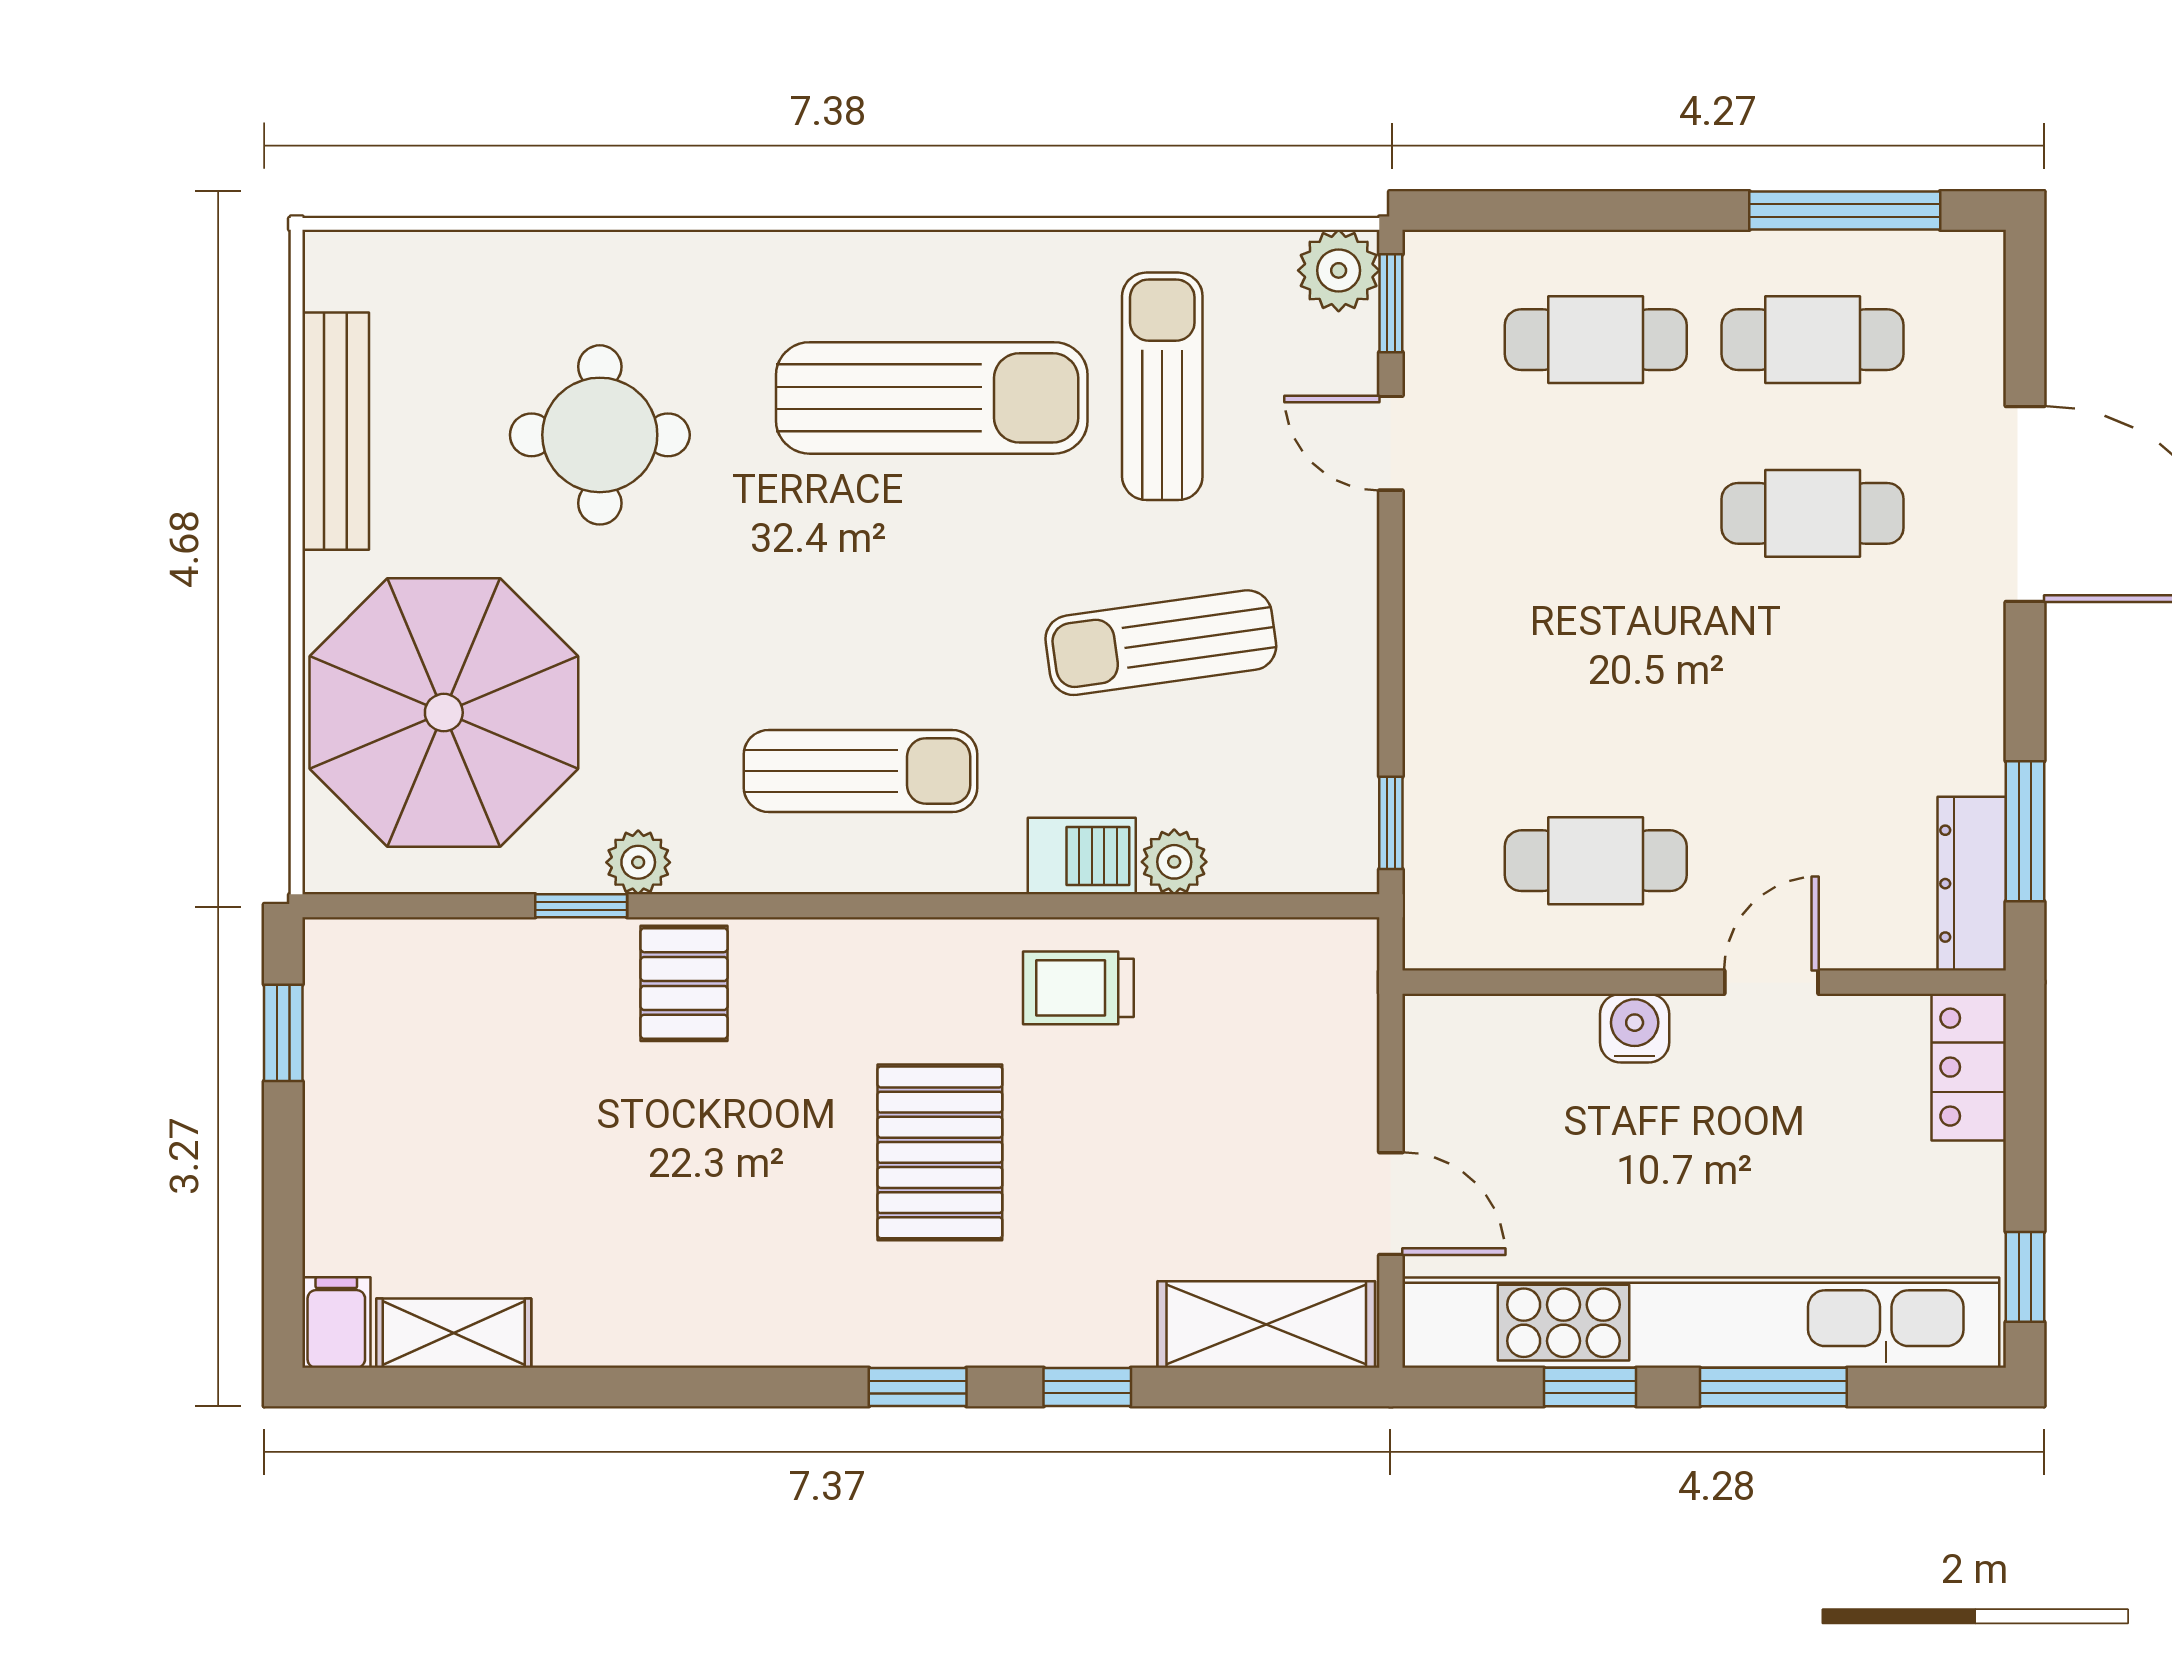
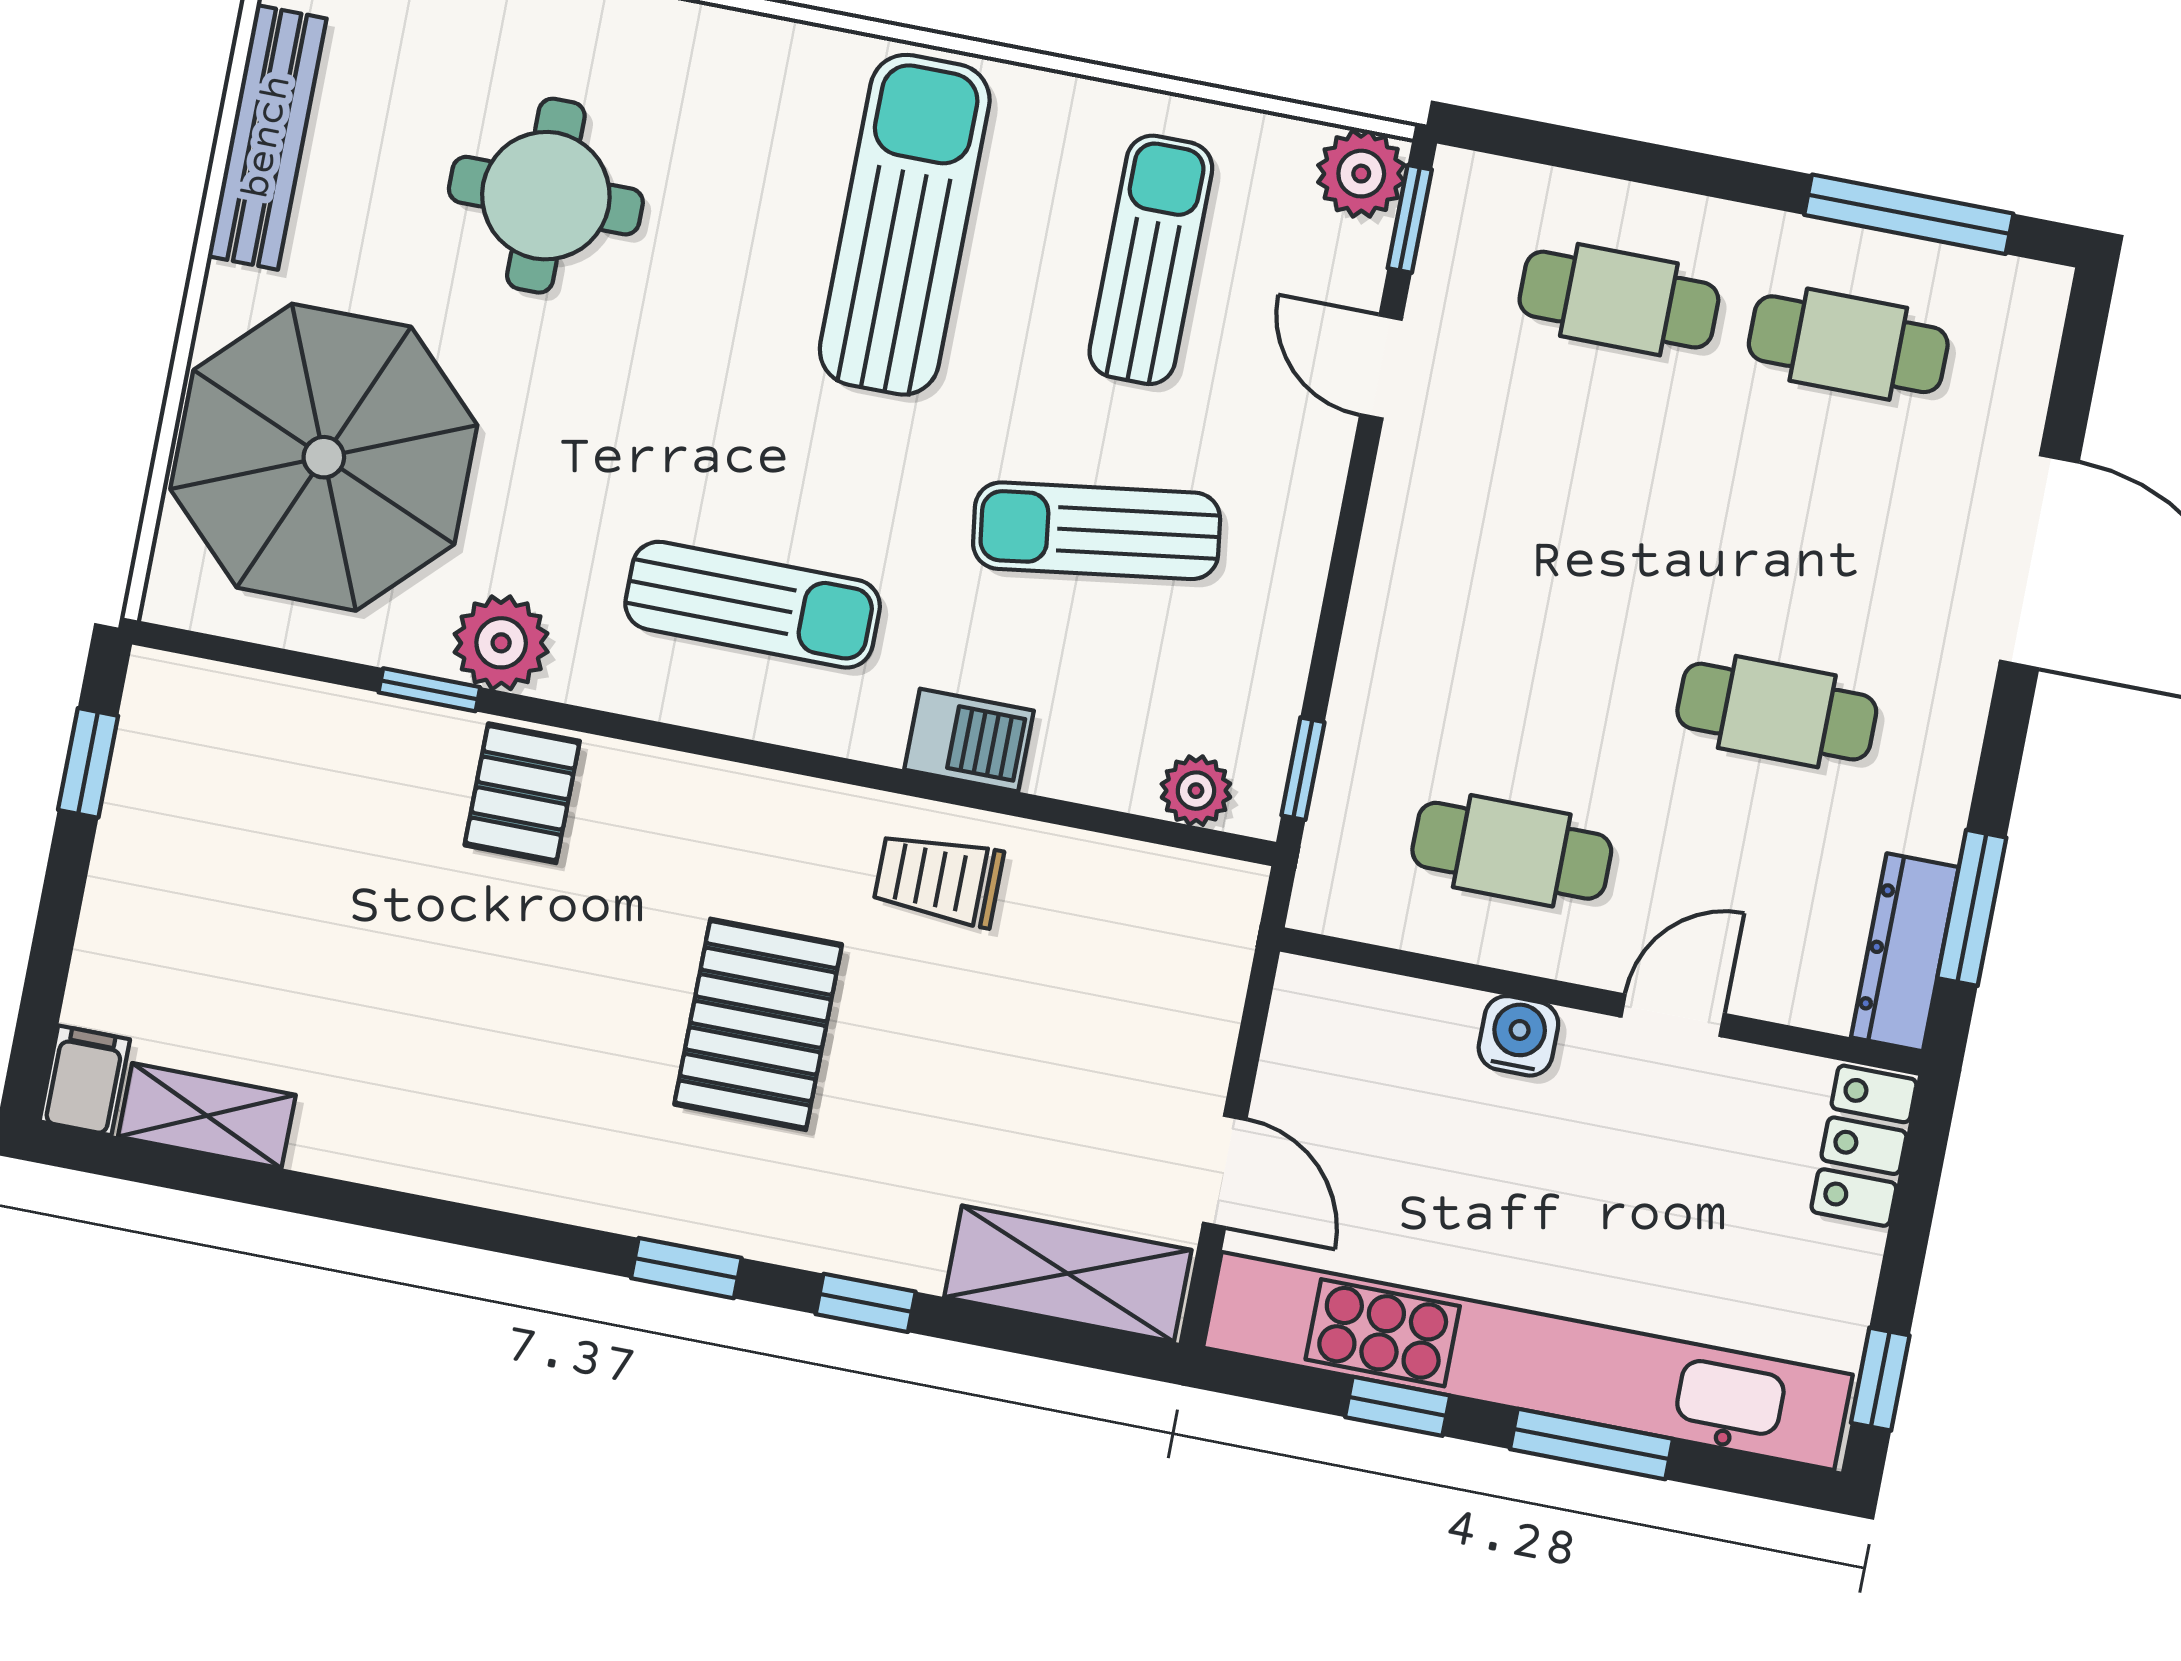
sun lounger: (932, 398) -> (905, 225), turned -90
cafe table: (1813, 513) -> (1777, 712), moved
plant: (638, 862) -> (501, 643), width x1.38, depth x1.38
plant: (1174, 862) -> (1196, 791), moved

